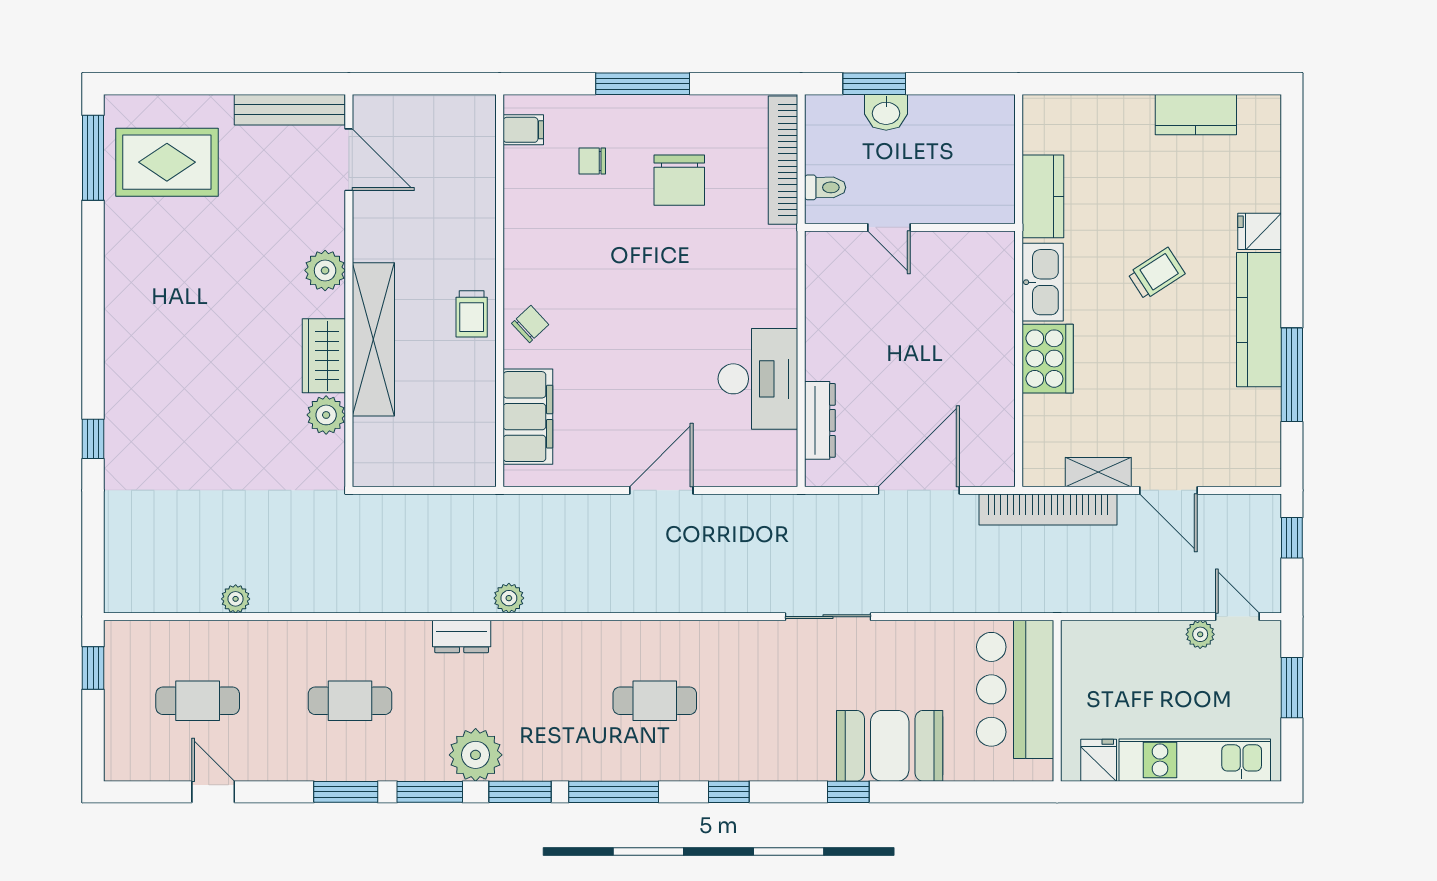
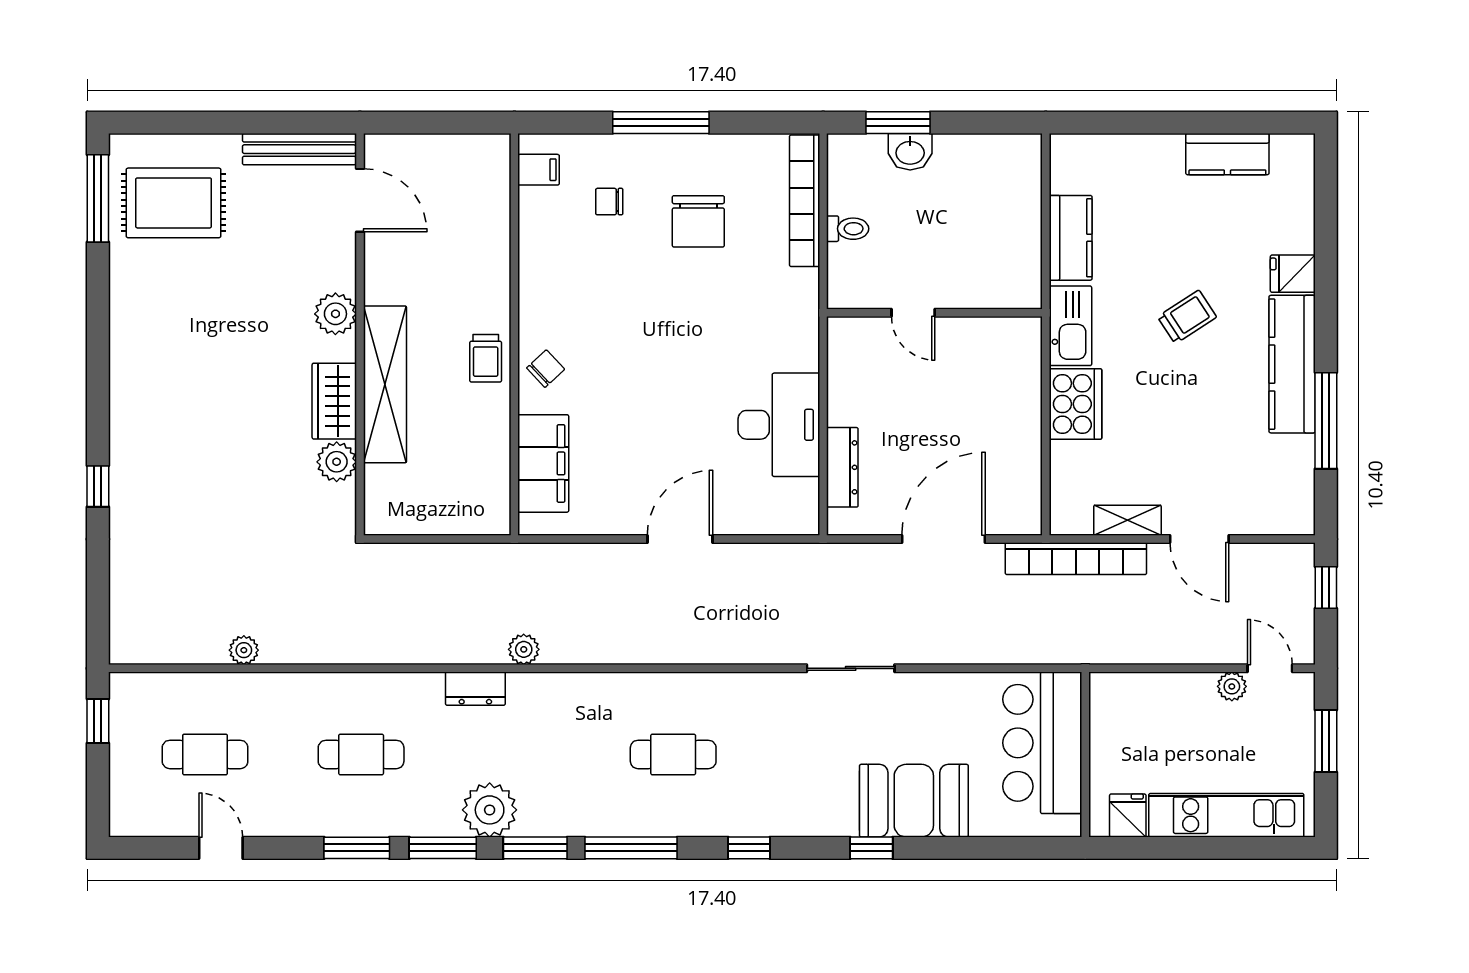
door: (889, 227) -> (913, 313), moved
wall: (910, 227) -> (934, 313), moved

